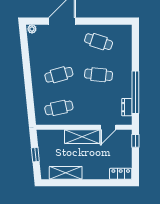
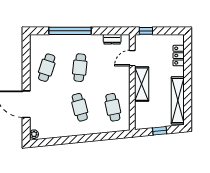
window: (135, 92) -> (70, 31), moved
door: (108, 127) -> (132, 58), swing flipped
shelving: (66, 173) -> (178, 100), width x1.47
locker: (121, 174) -> (179, 56), moved

